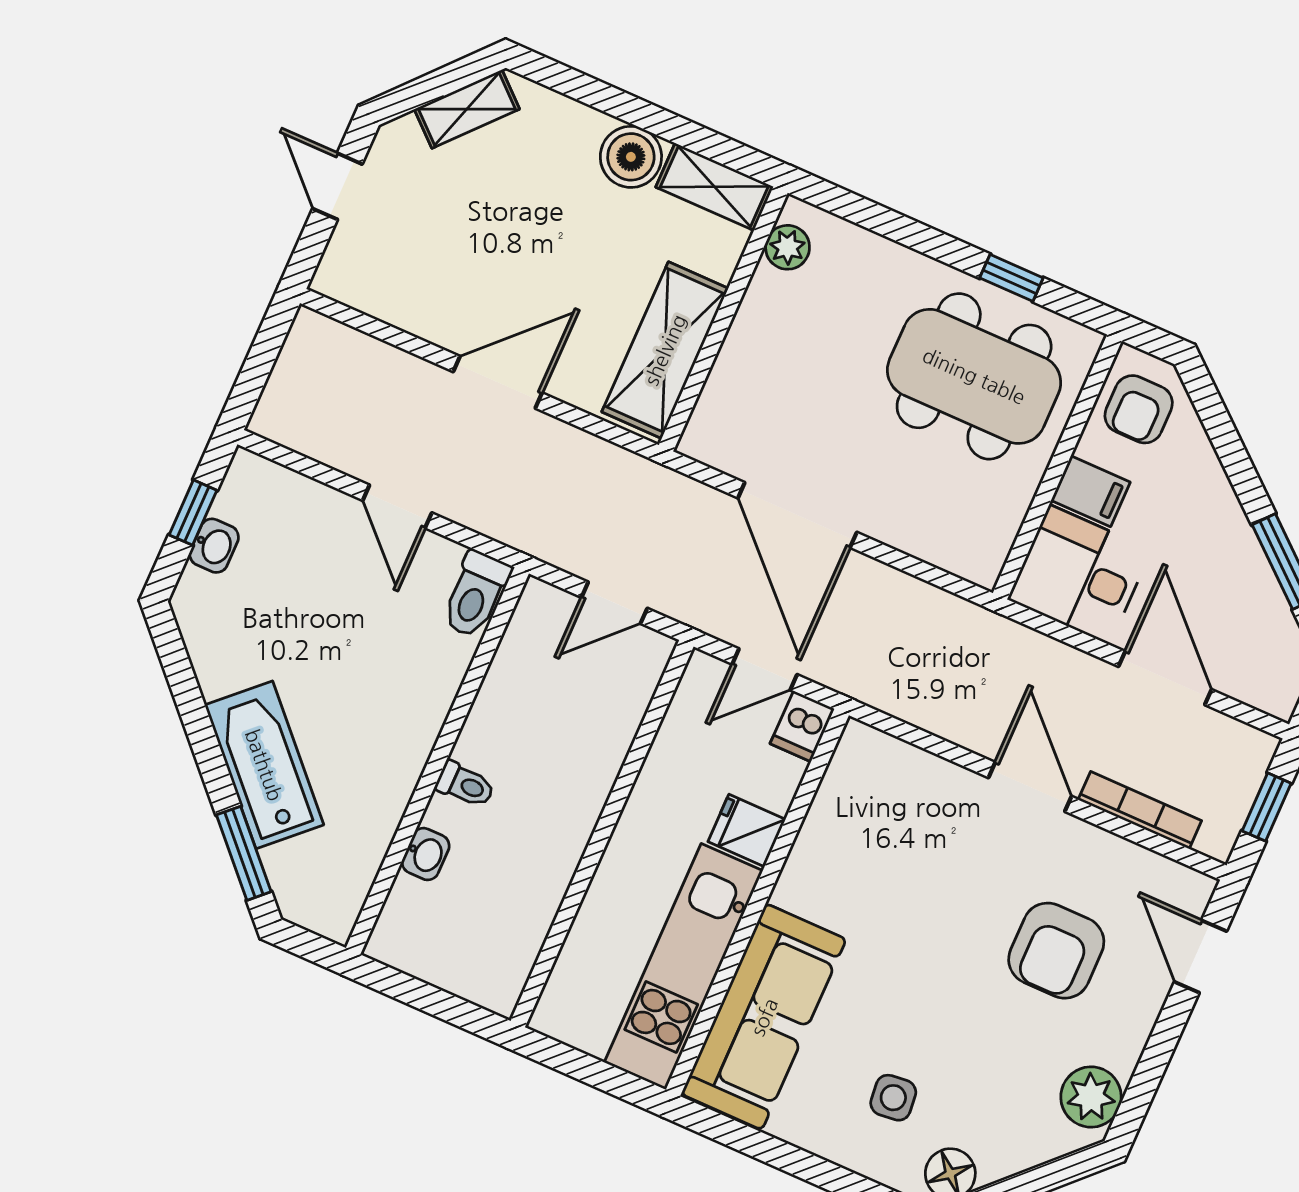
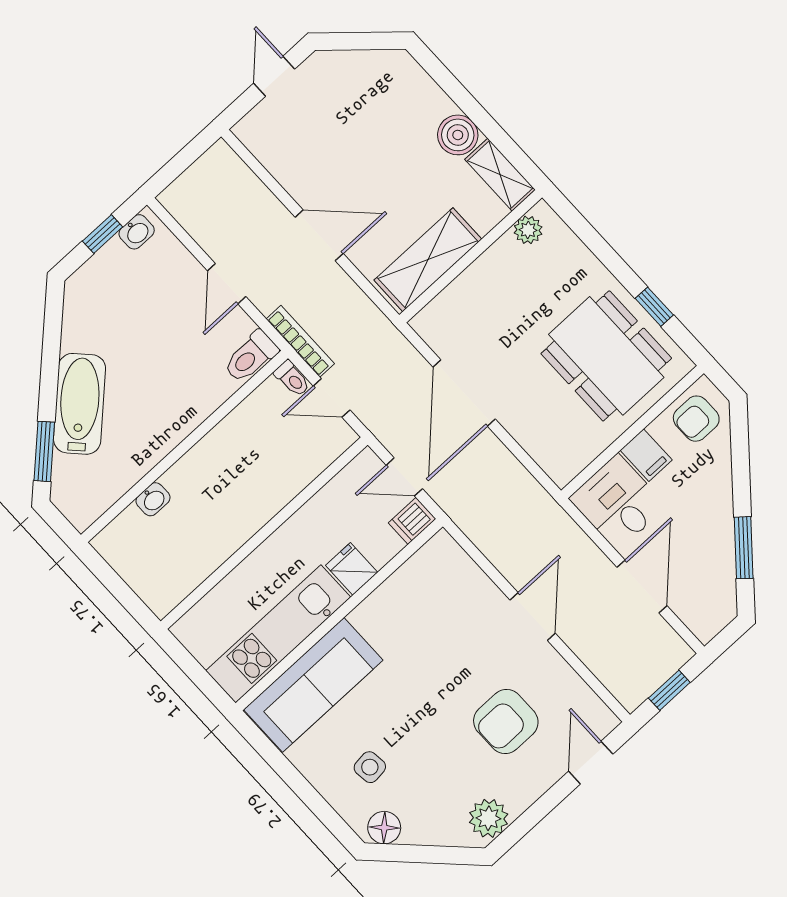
shelving: (467, 109) -> (372, 64), removed
washbasin: (214, 546) -> (137, 232), moved
toilet: (465, 785) -> (292, 379), moved
bookcase: (1140, 810) -> (300, 341), moved

